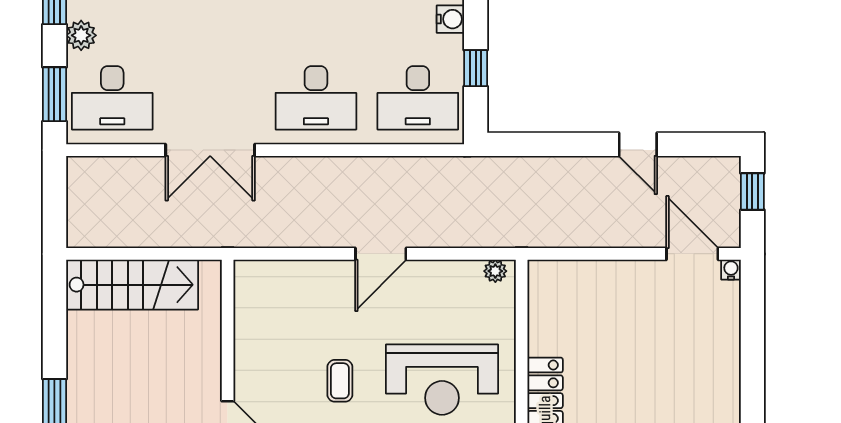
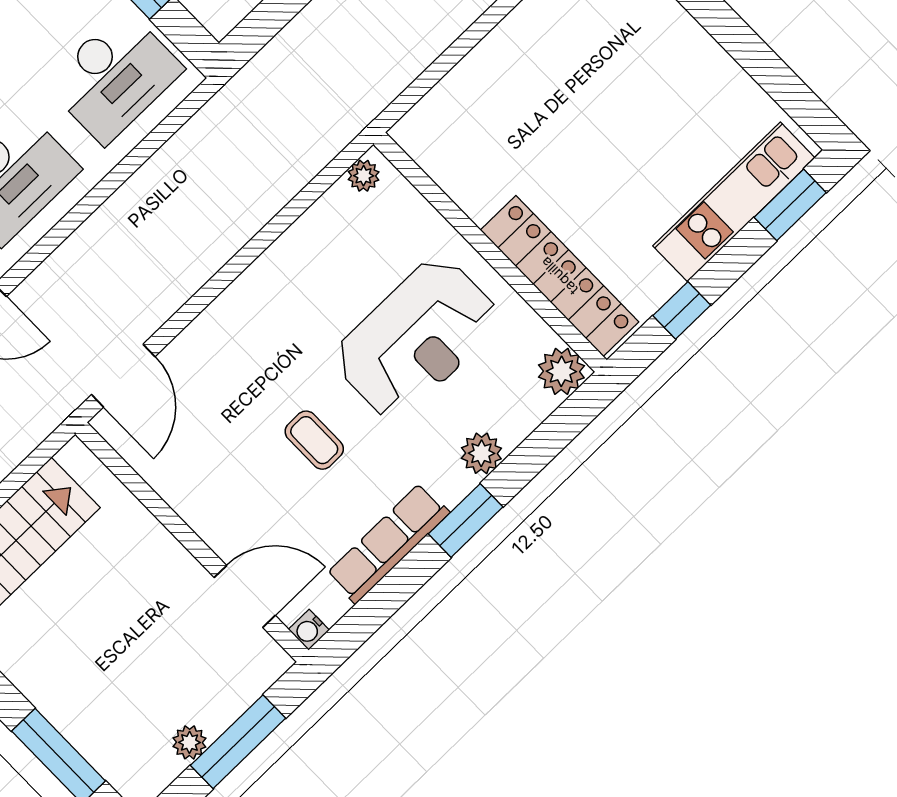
door: (381, 254) -> (123, 376), moved

